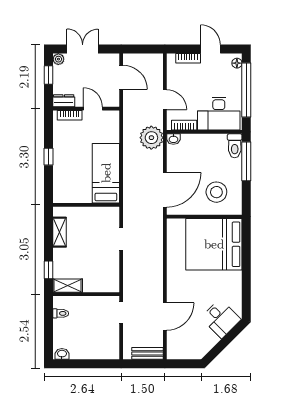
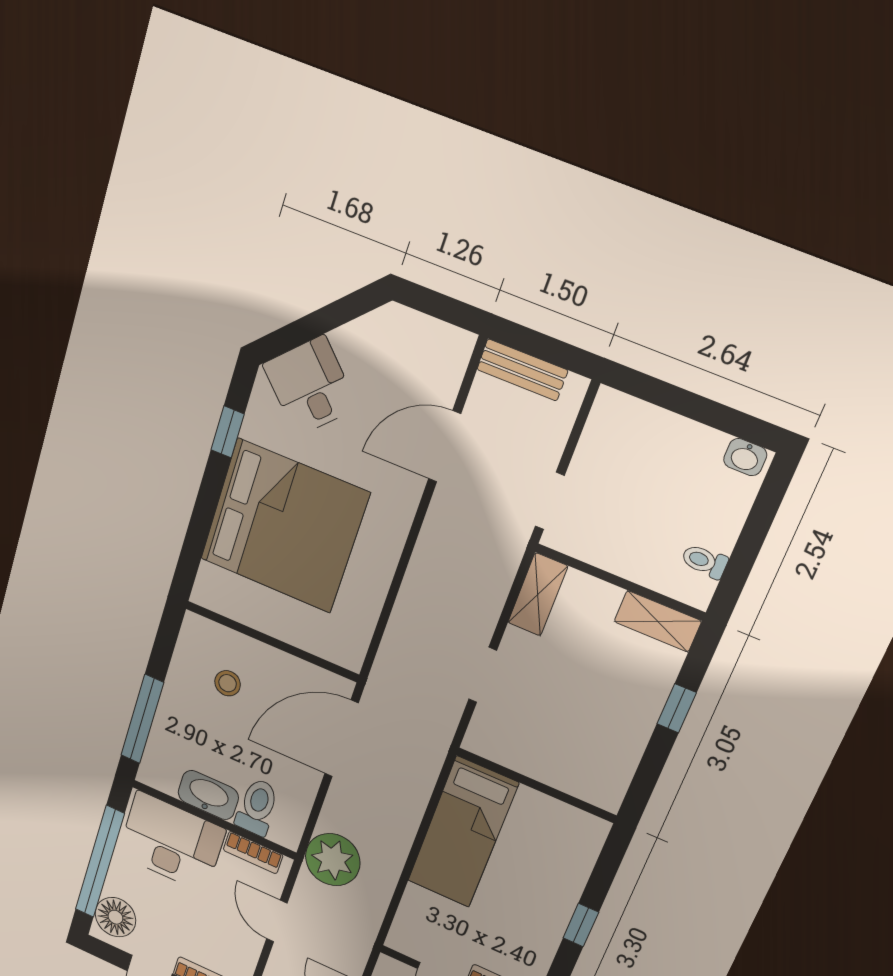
floor lamp: (237, 63) -> (115, 917), width x1.89, depth x1.89
washbasin: (173, 139) -> (208, 795), moved, width x1.91, depth x1.45
toilet: (235, 146) -> (257, 807), moved
stool: (216, 192) -> (228, 683), width x0.53, depth x0.53
shelving: (59, 232) -> (538, 594), moved
bed: (214, 244) -> (284, 526), moved
window: (48, 270) -> (677, 708), moved
window: (246, 290) -> (228, 432), added

